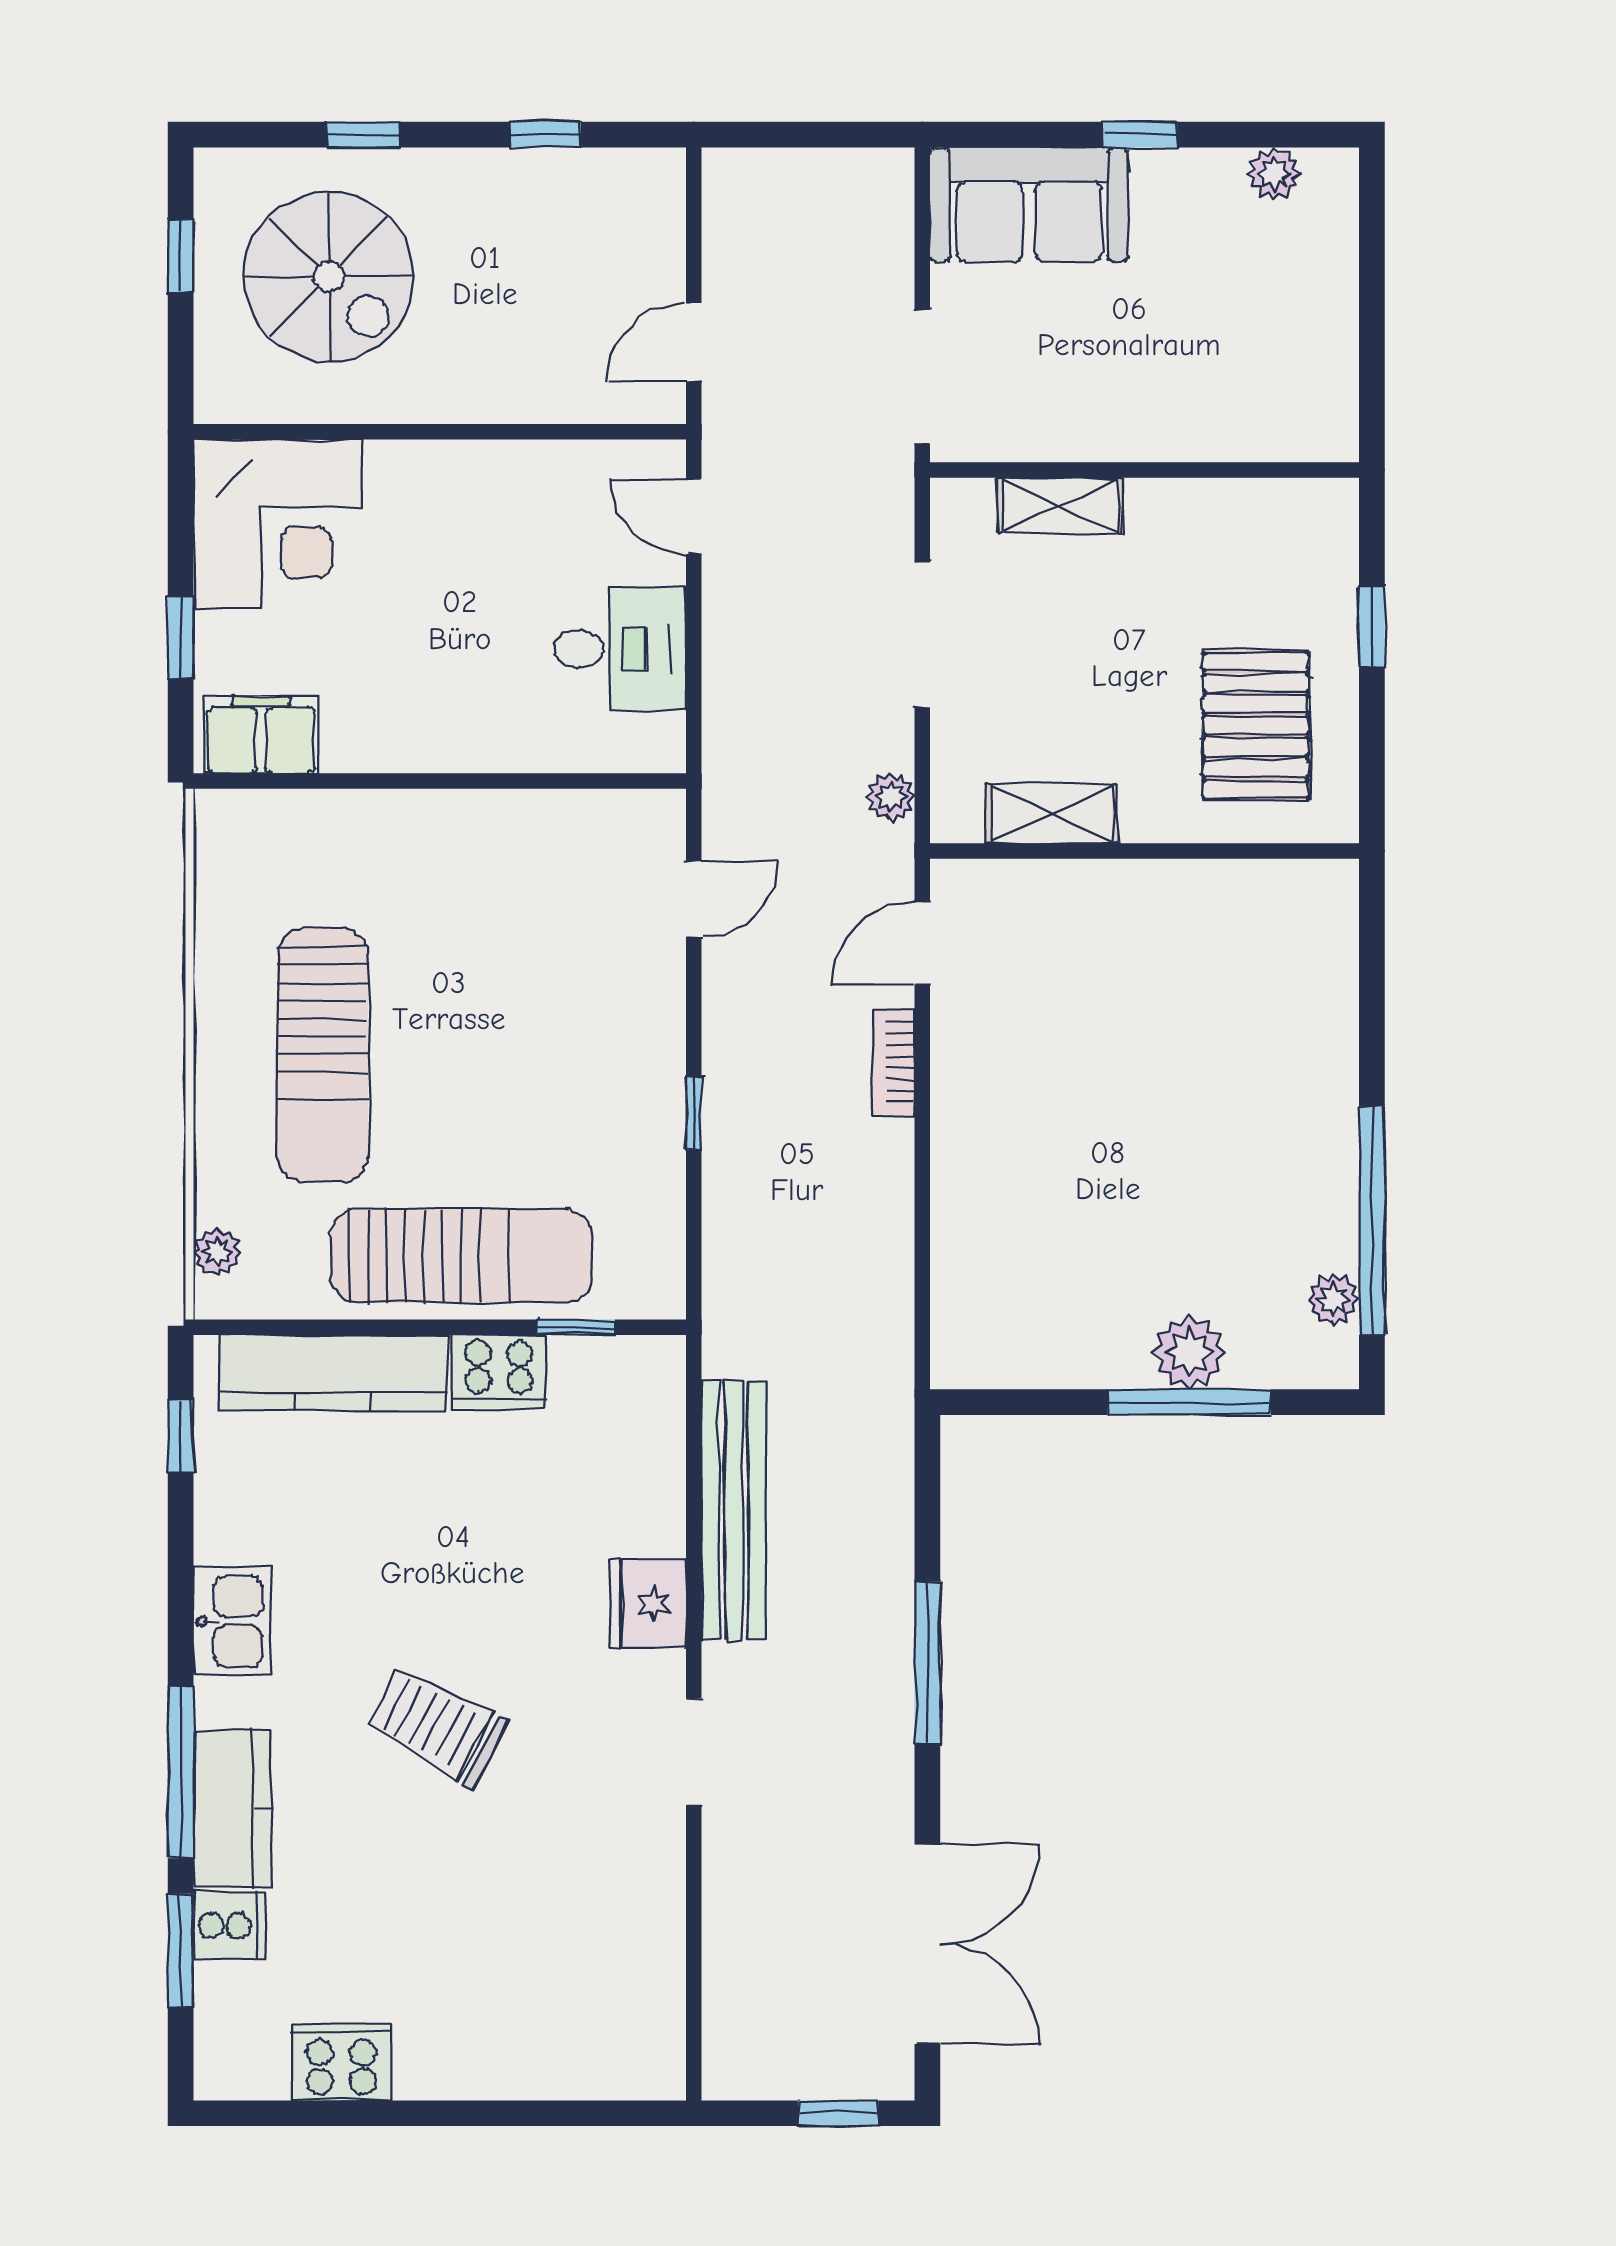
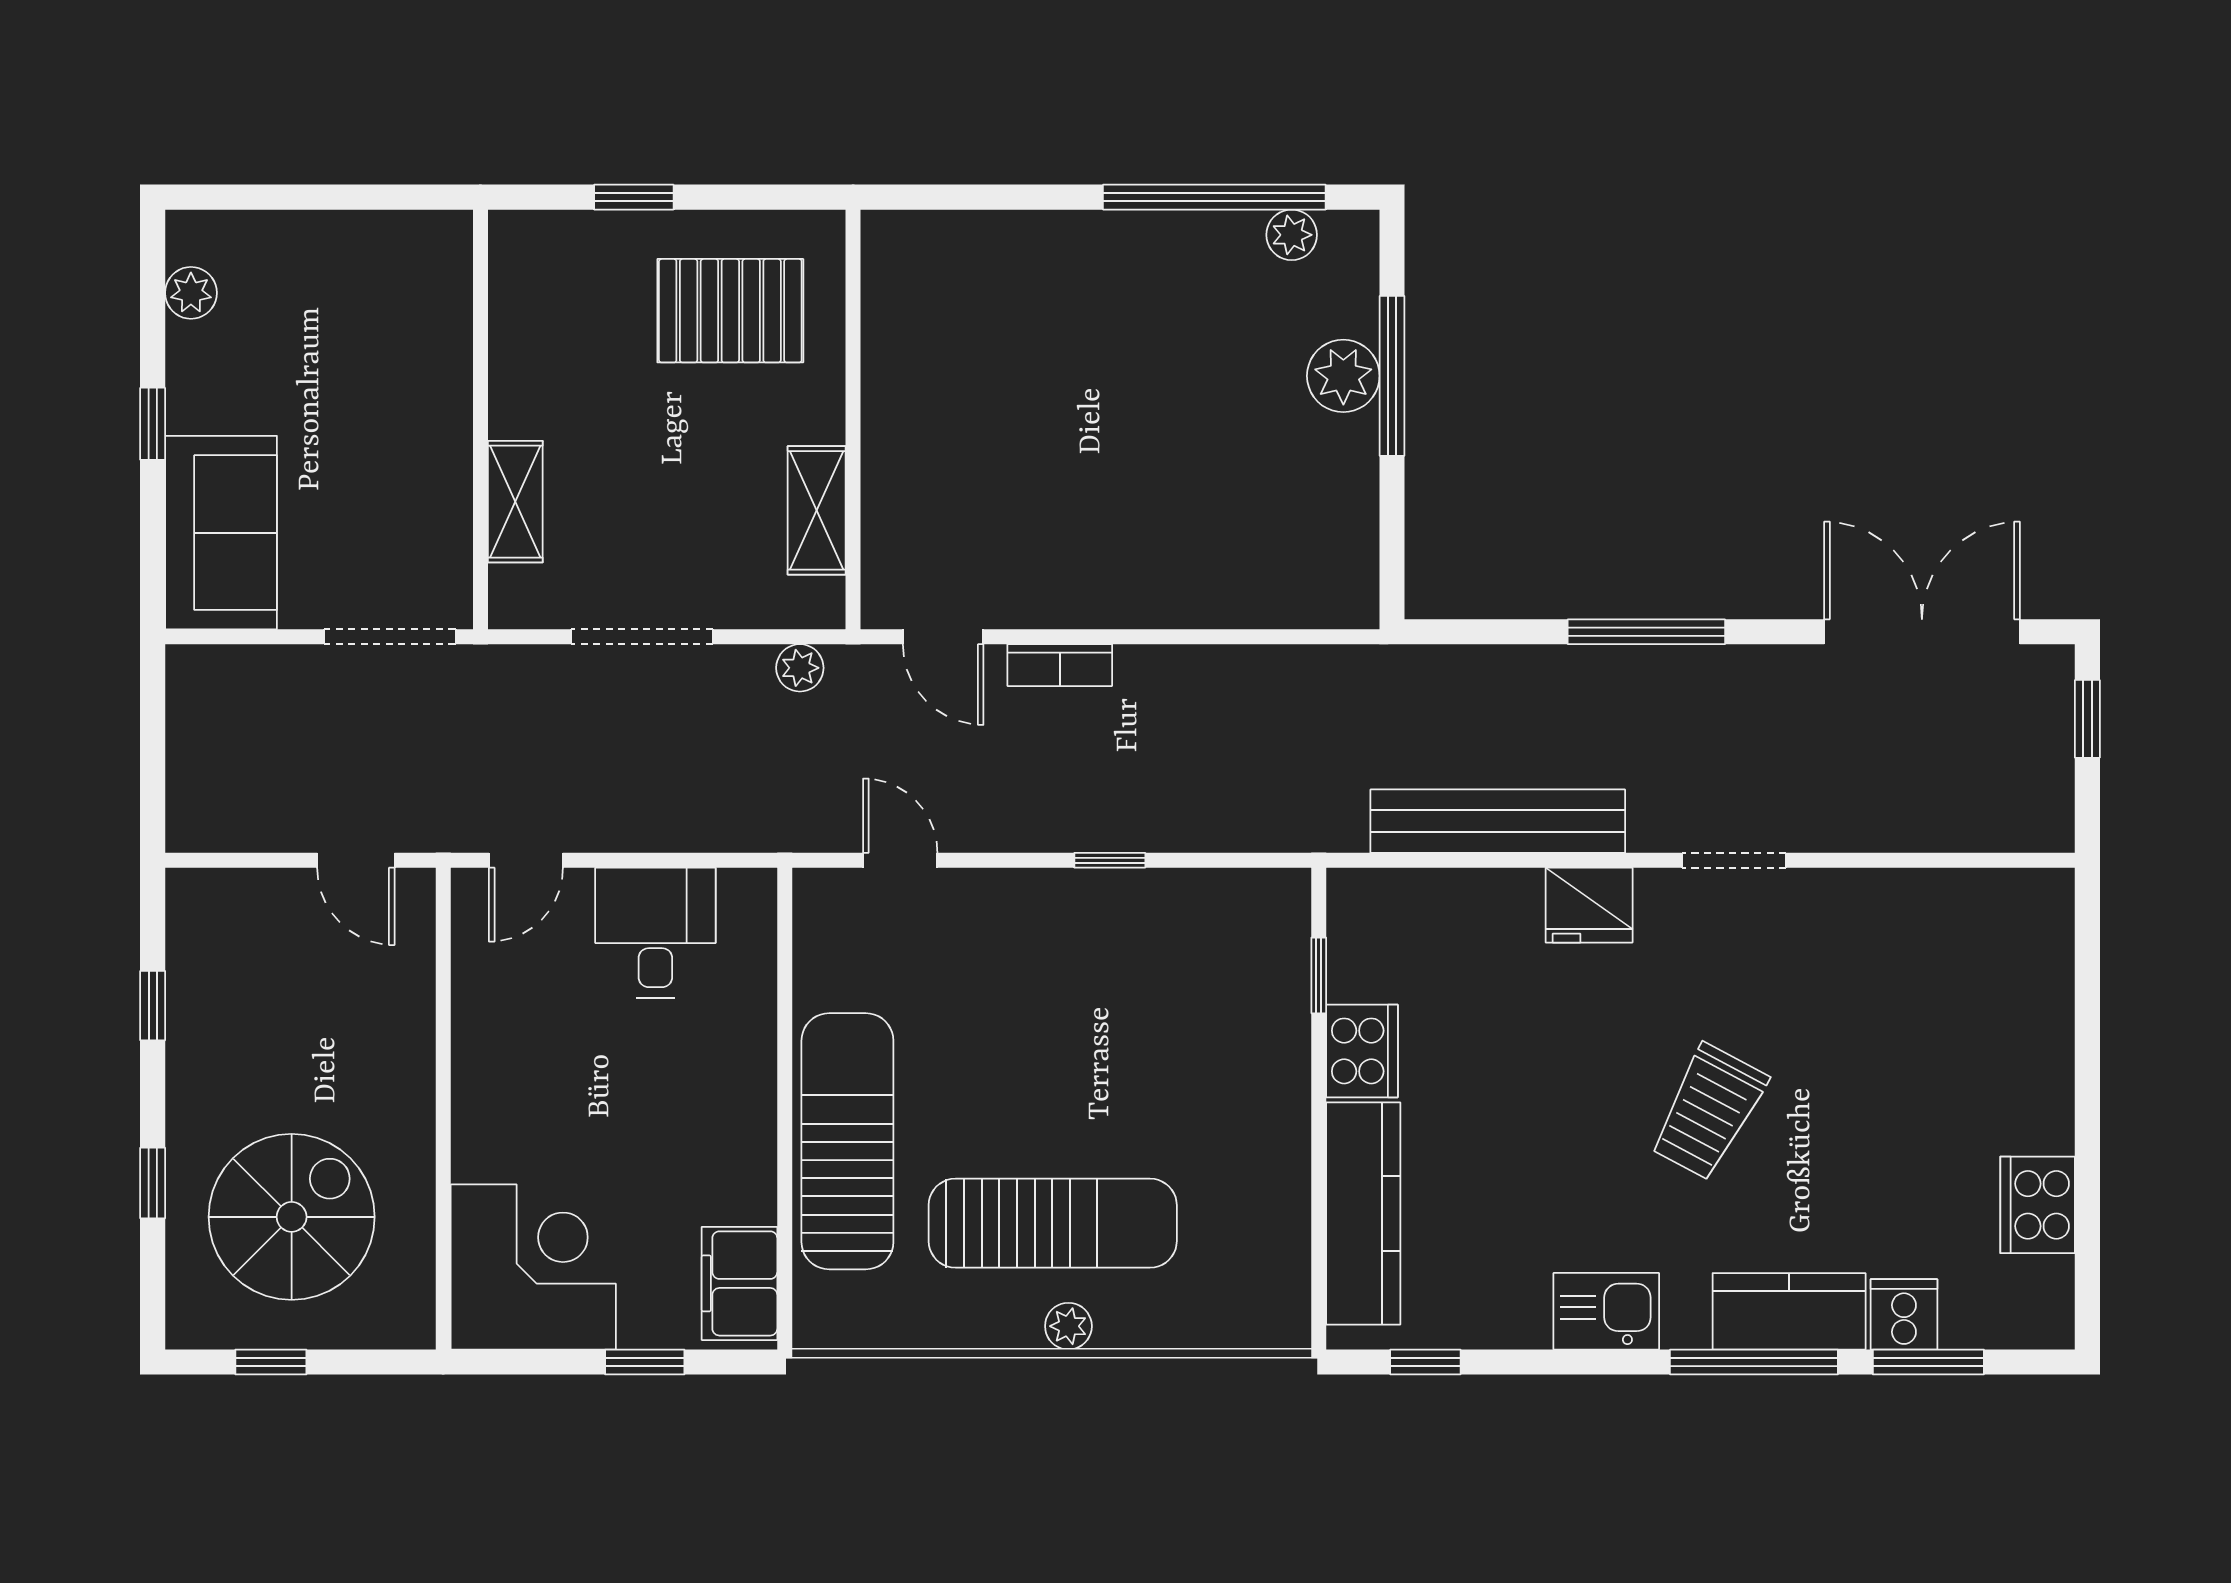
plant: (217, 1252) -> (1068, 1326), moved
sun lounger: (461, 1256) -> (847, 1141), moved

